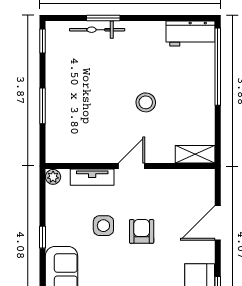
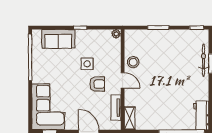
stool: (146, 102) -> (133, 62), moved
tv unit: (92, 177) -> (116, 108), moved
armchair: (142, 231) -> (97, 84), moved

